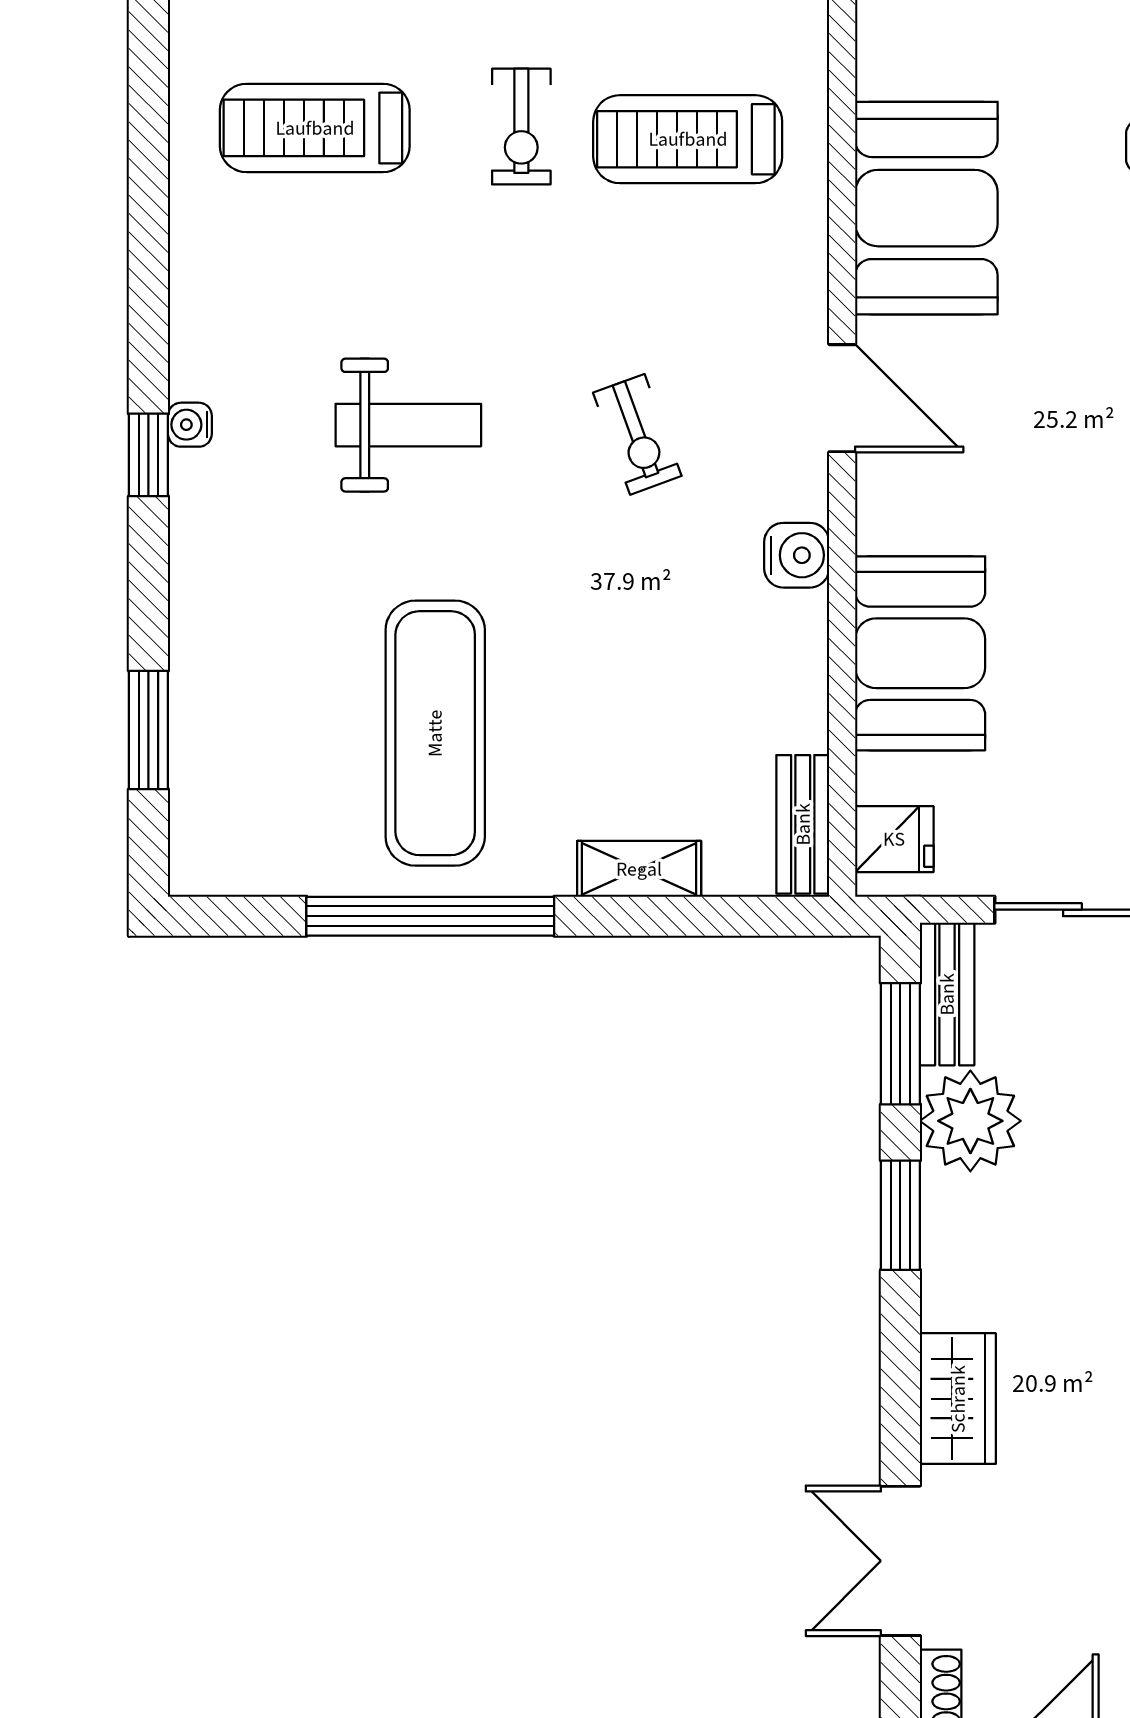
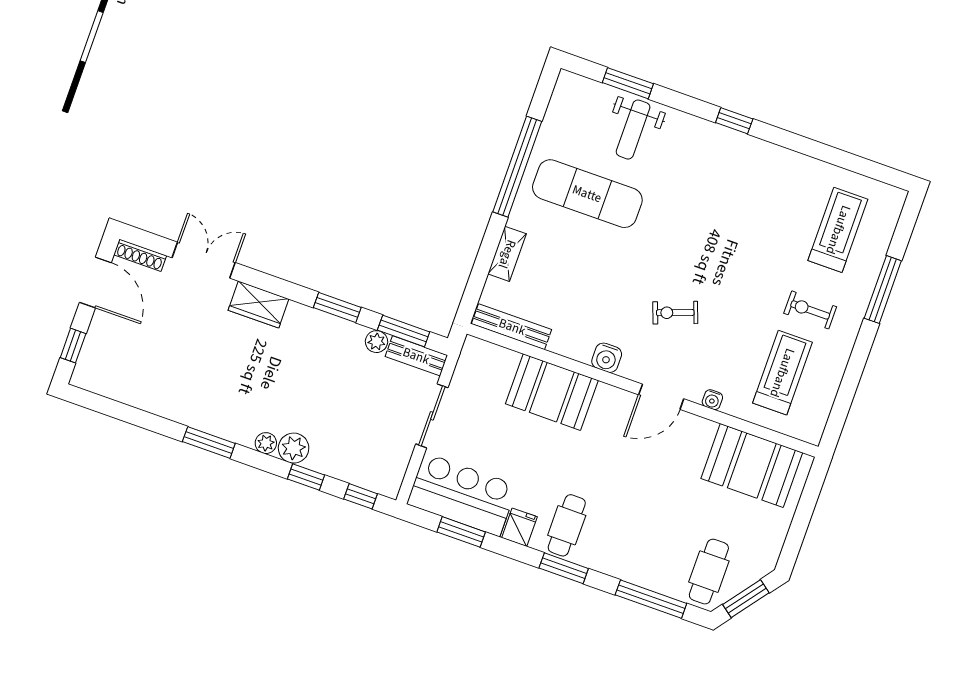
booth: (926, 208) -> (752, 466), moved
water cooler: (190, 425) -> (712, 400), moved, turned 180
weight bench: (408, 425) -> (633, 130), moved
bench: (803, 824) -> (512, 327), width x1.36
fridge: (894, 839) -> (484, 357), removed
plant: (970, 1121) -> (376, 342), width x0.53, depth x0.53

